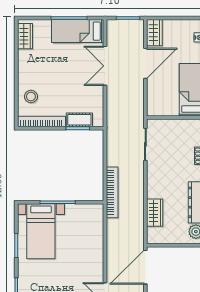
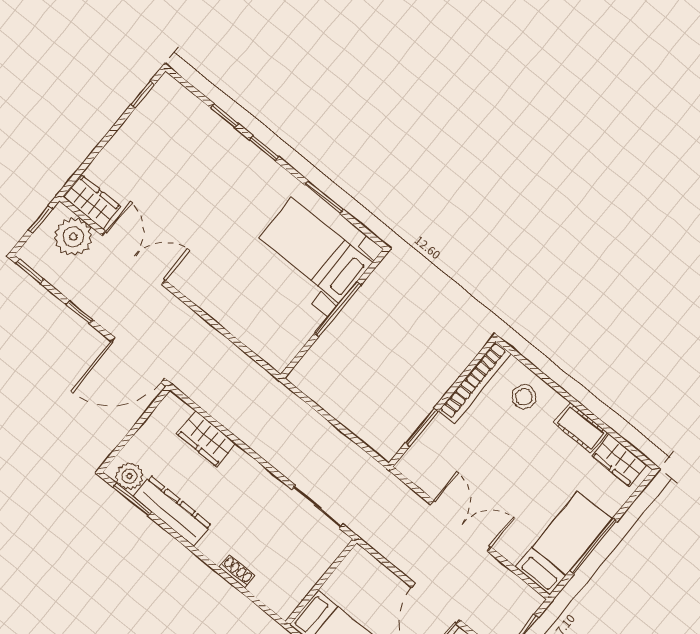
double door: (105, 66) -> (461, 526), moved
cot: (79, 120) -> (580, 428), moved, turned 90
bookcase: (112, 192) -> (287, 401), removed
door: (145, 267) -> (138, 360), swing flipped

